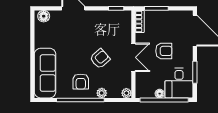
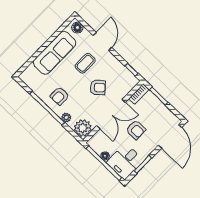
coffee table: (76, 38) -> (85, 63), added
double door: (133, 57) -> (111, 114), width x1.37
armchair: (100, 59) -> (98, 87), moved
sofa: (45, 73) -> (55, 53), moved
plant: (126, 93) -> (83, 128), width x1.87, depth x1.87

